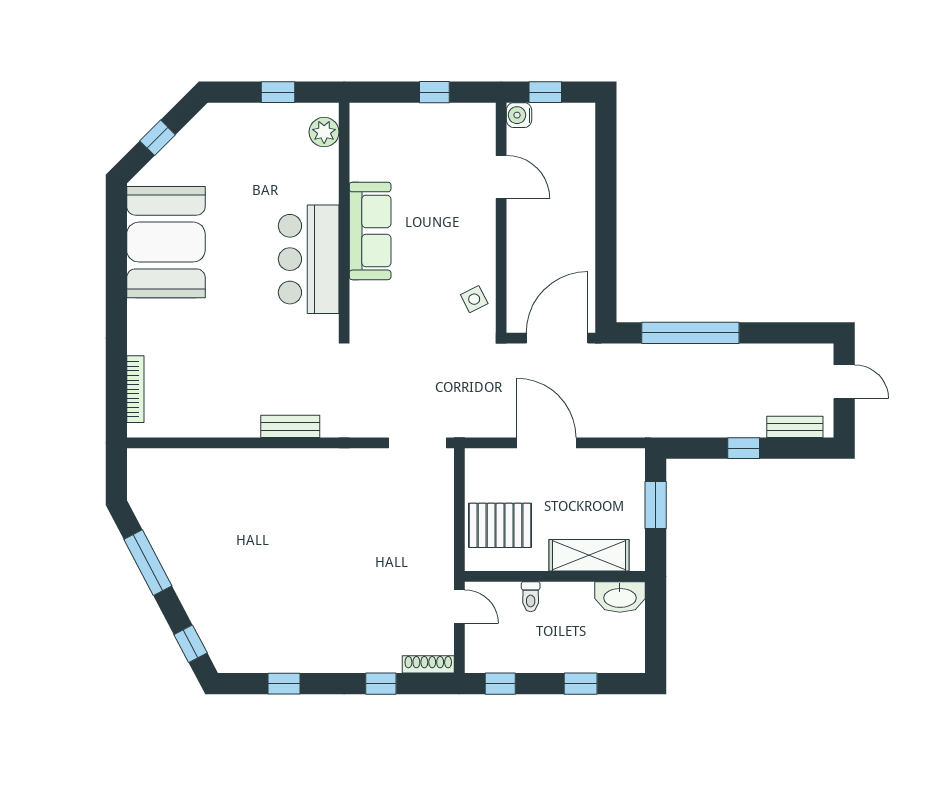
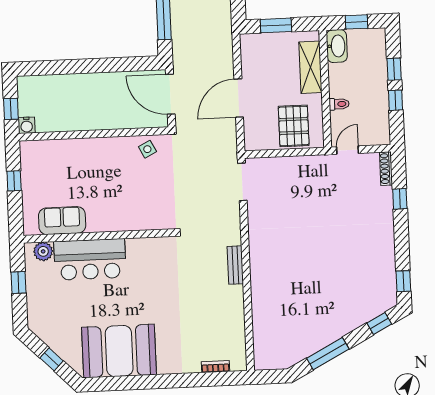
door: (501, 177) -> (67, 135), removed
sofa: (370, 231) -> (62, 221), moved, width x0.73
bar counter: (309, 259) -> (90, 259), moved
bookcase: (135, 389) -> (215, 367), width x0.64
window: (656, 629) -> (357, 22), added
window: (284, 684) -> (403, 281), moved
window: (500, 684) -> (395, 100), moved

